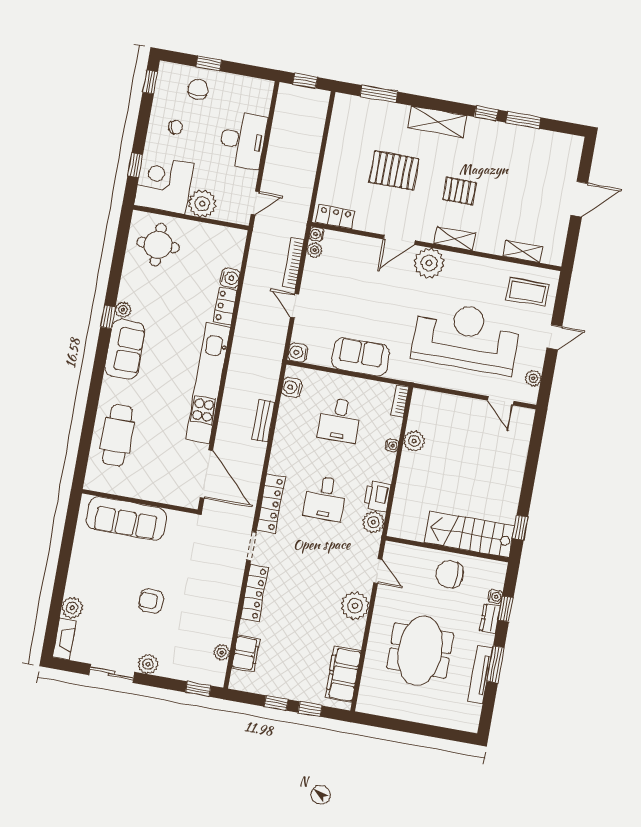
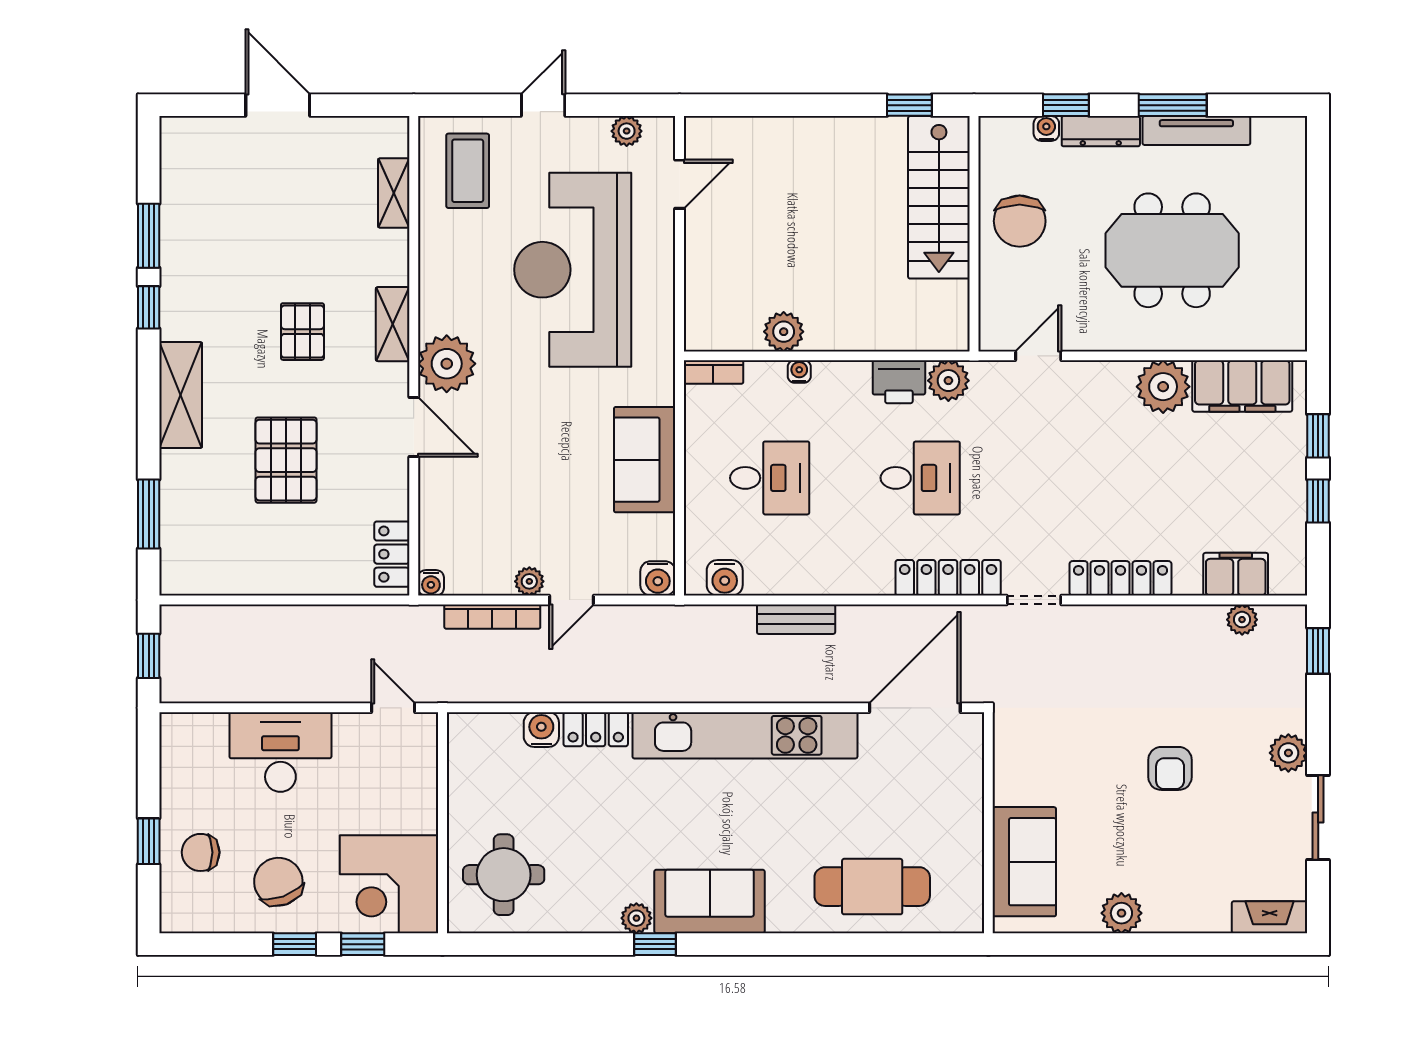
window: (150, 82) -> (295, 944), moved
chair: (175, 127) -> (278, 882), width x1.87, depth x1.87
plant: (202, 204) -> (412, 806), removed
plant: (315, 250) -> (529, 581), moved
door: (554, 337) -> (543, 105), hinge flipped
sofa: (126, 518) -> (1024, 862), width x0.73
plant: (355, 606) -> (1163, 387), moved
plant: (72, 608) -> (1121, 913), moved
dresser: (490, 619) -> (1101, 131), width x1.44

